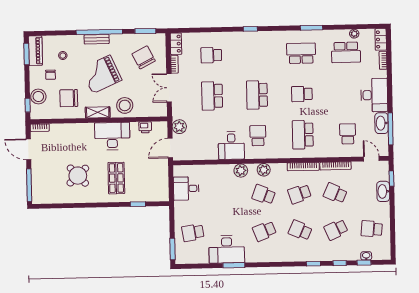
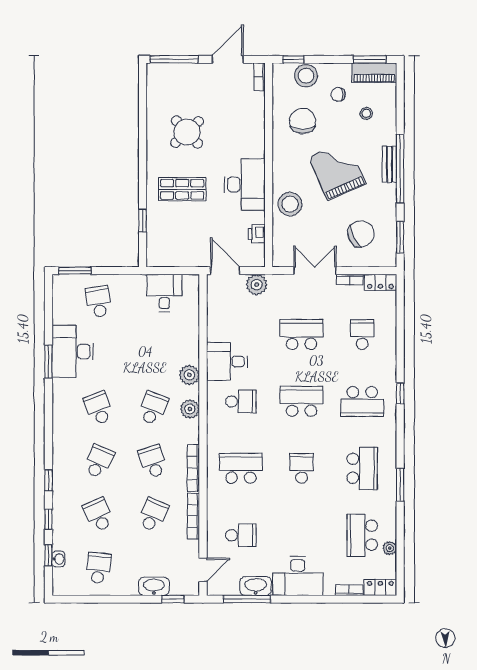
school desk: (256, 54) -> (362, 401), added
shelving: (98, 112) -> (280, 164), removed

